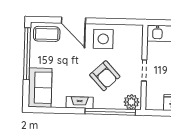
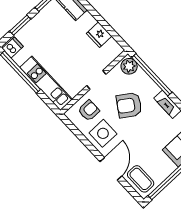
armchair: (128, 45) -> (89, 110), added
armchair: (105, 76) -> (129, 105), turned -103

